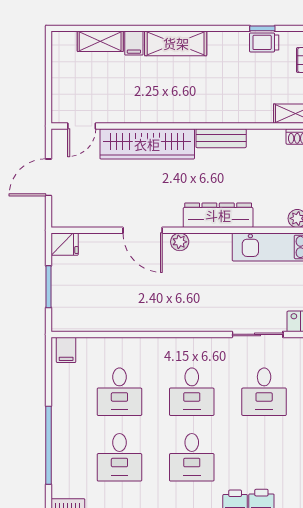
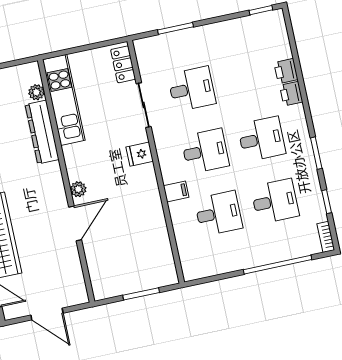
dresser: (218, 215) -> (42, 132), moved
fridge: (65, 244) -> (140, 154), moved, turned -90
filing cabinet: (66, 350) -> (176, 191), moved

